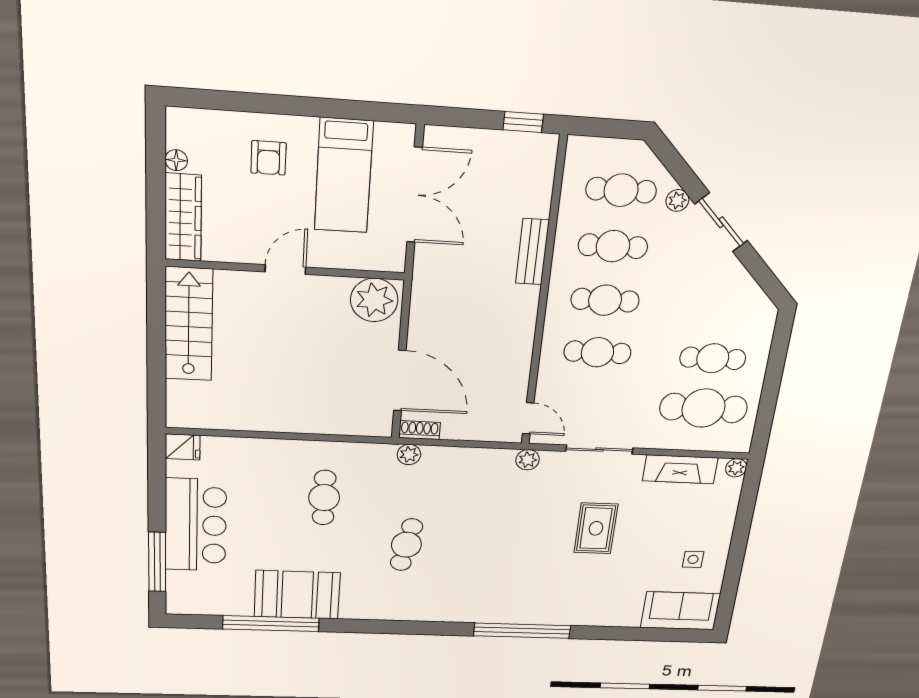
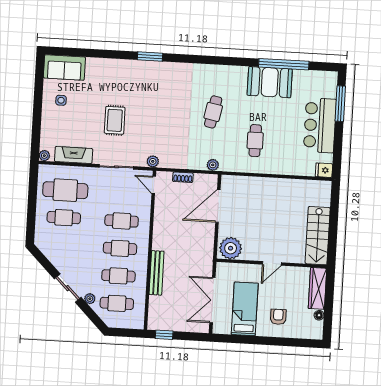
bench: (532, 252) -> (157, 273), width x1.36
door: (400, 381) -> (218, 206), hinge flipped
shoe rack: (420, 430) -> (183, 177), moved
window: (522, 631) -> (150, 56), width x0.47

